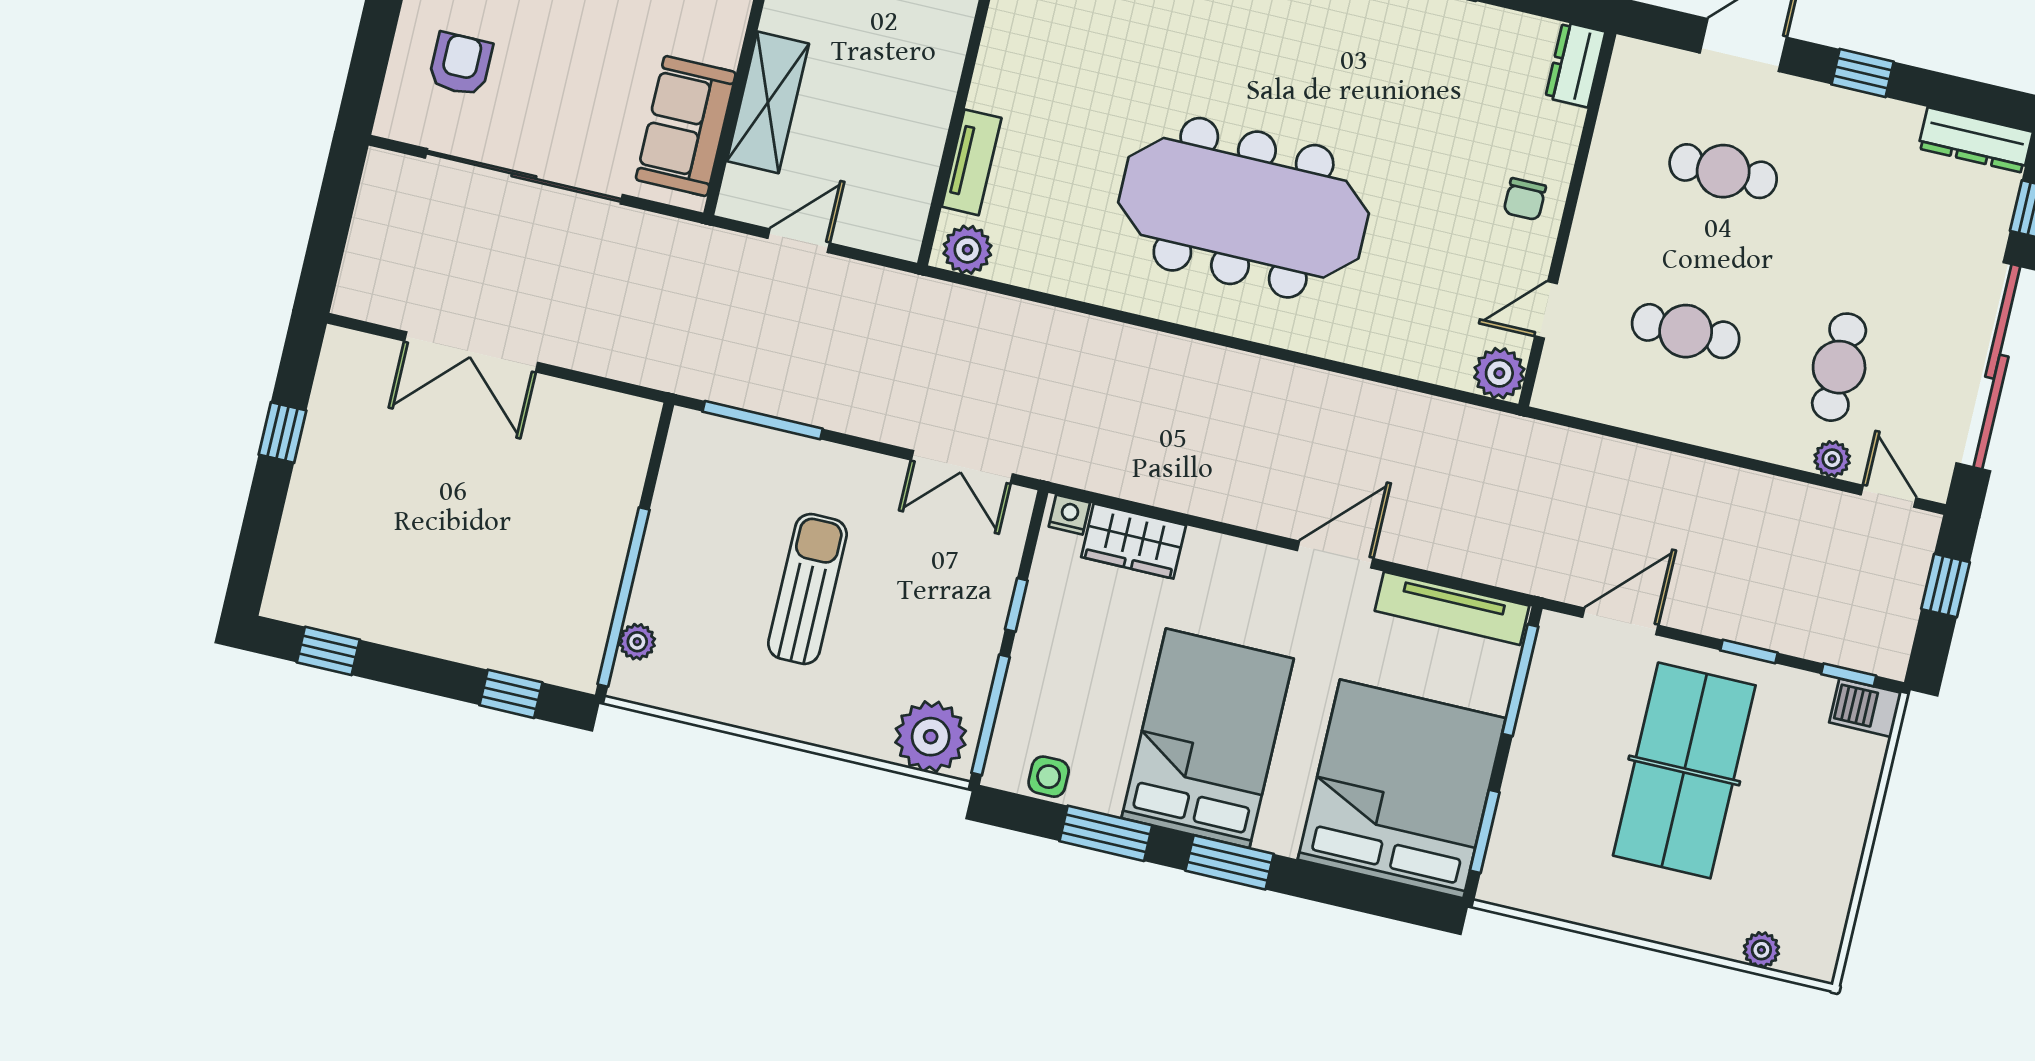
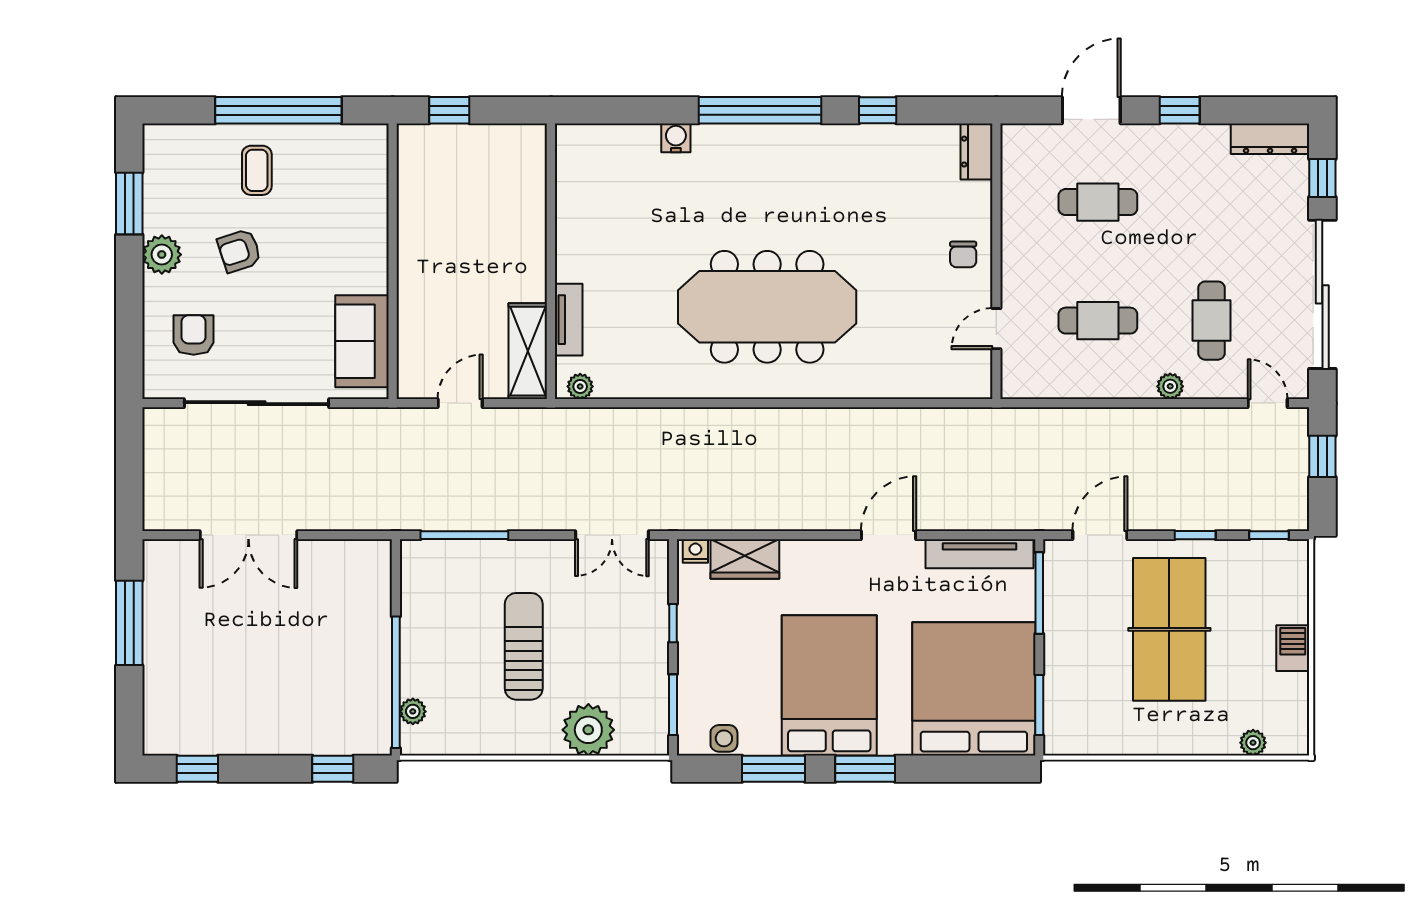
shelving: (768, 102) -> (528, 351), moved
plant: (967, 250) -> (580, 386), width x0.73, depth x0.73
plant: (1499, 373) -> (974, 381), removed
window: (282, 433) -> (129, 623), width x2.17
plant: (1832, 459) -> (1170, 386), moved
barbecue: (1865, 708) -> (1293, 648), moved, turned 90
window: (991, 715) -> (673, 705), width x0.69
plant: (931, 737) -> (588, 730), moved

